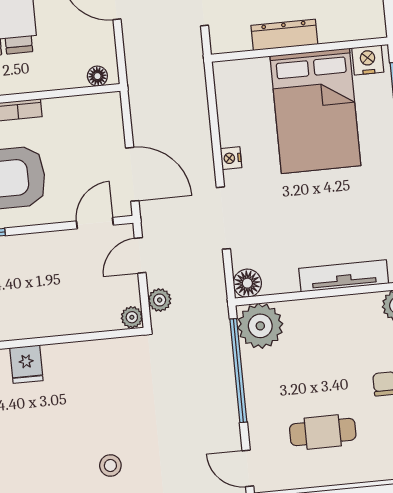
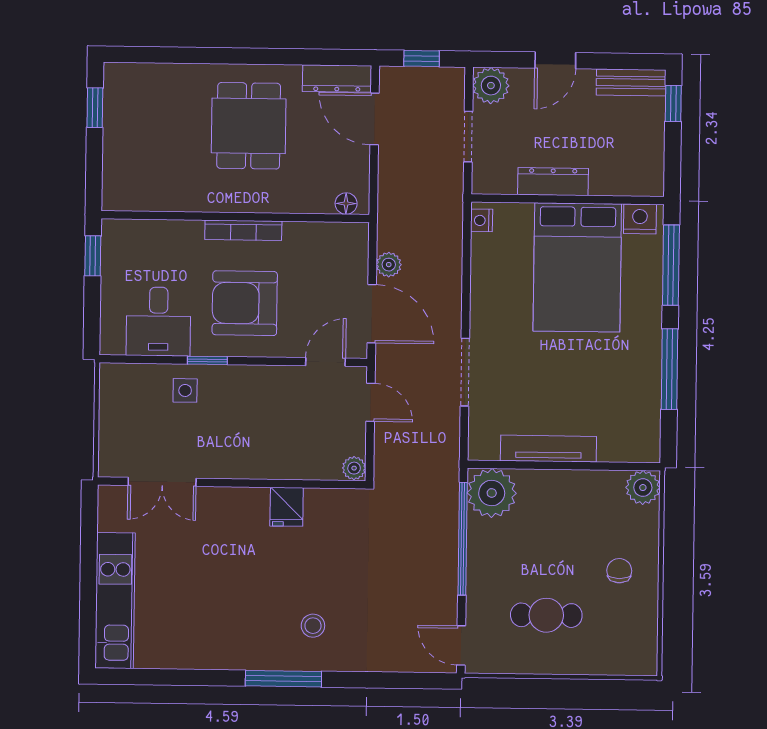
nightstand: (231, 158) -> (482, 220), moved
door: (140, 255) -> (371, 402), swing flipped
tv unit: (344, 276) -> (548, 449), moved
floor lamp: (247, 283) -> (483, 445), removed
plant: (160, 300) -> (389, 265), moved
fridge: (26, 364) -> (287, 507), moved

